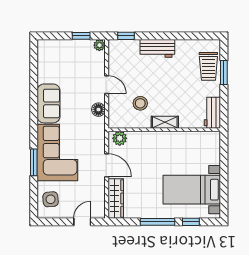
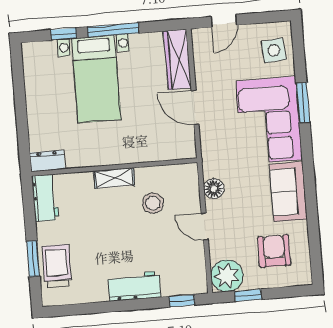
plant: (99, 45) -> (227, 276), width x1.87, depth x1.87
armchair: (61, 64) -> (274, 251), added
dresser: (209, 137) -> (47, 161), added
plant: (120, 138) -> (179, 149), removed
bed with nightstands: (192, 190) -> (96, 79), moved, turned 90

